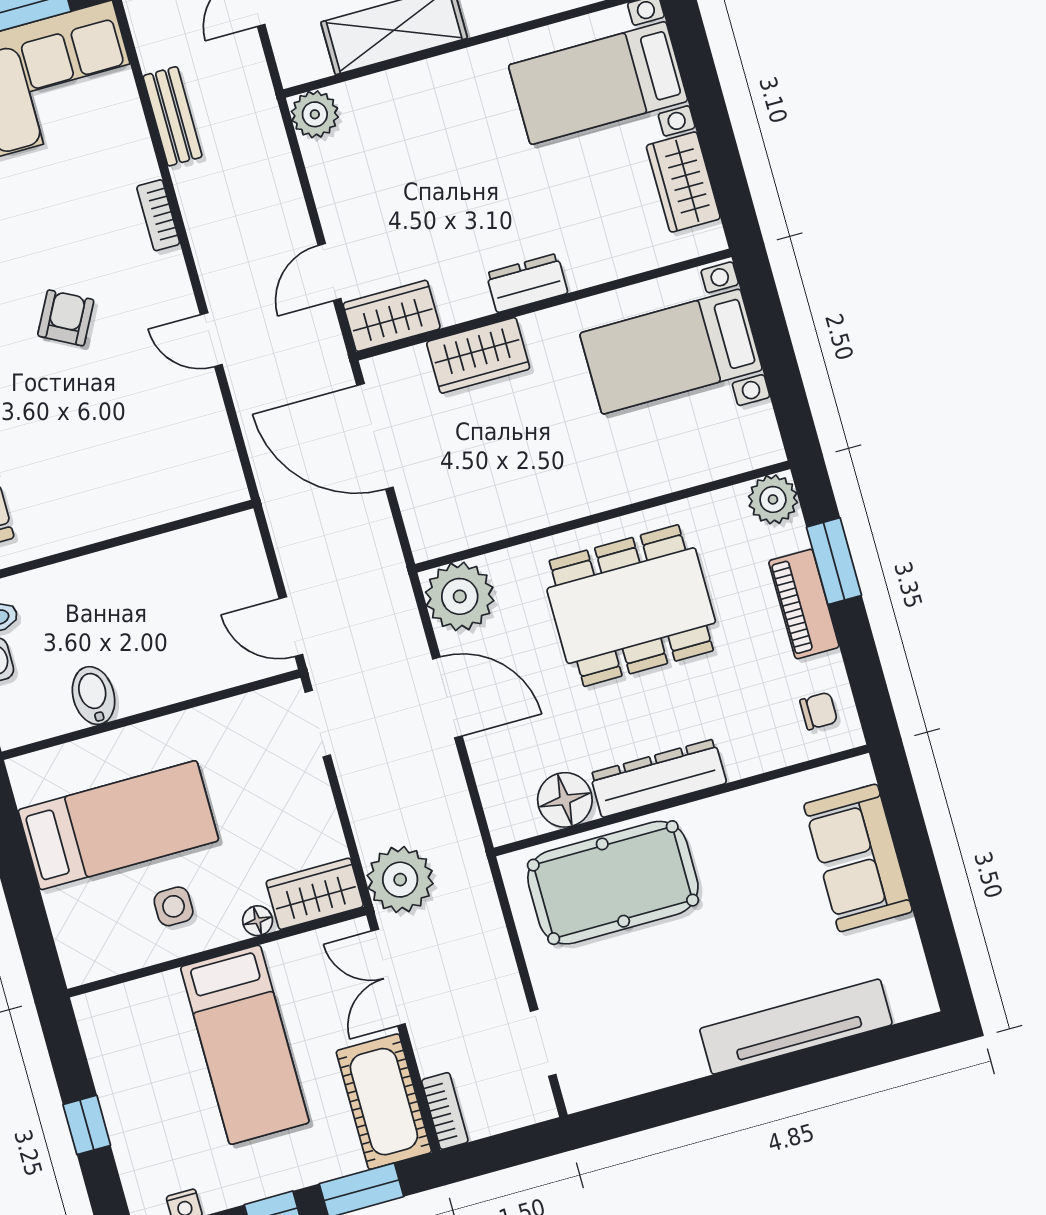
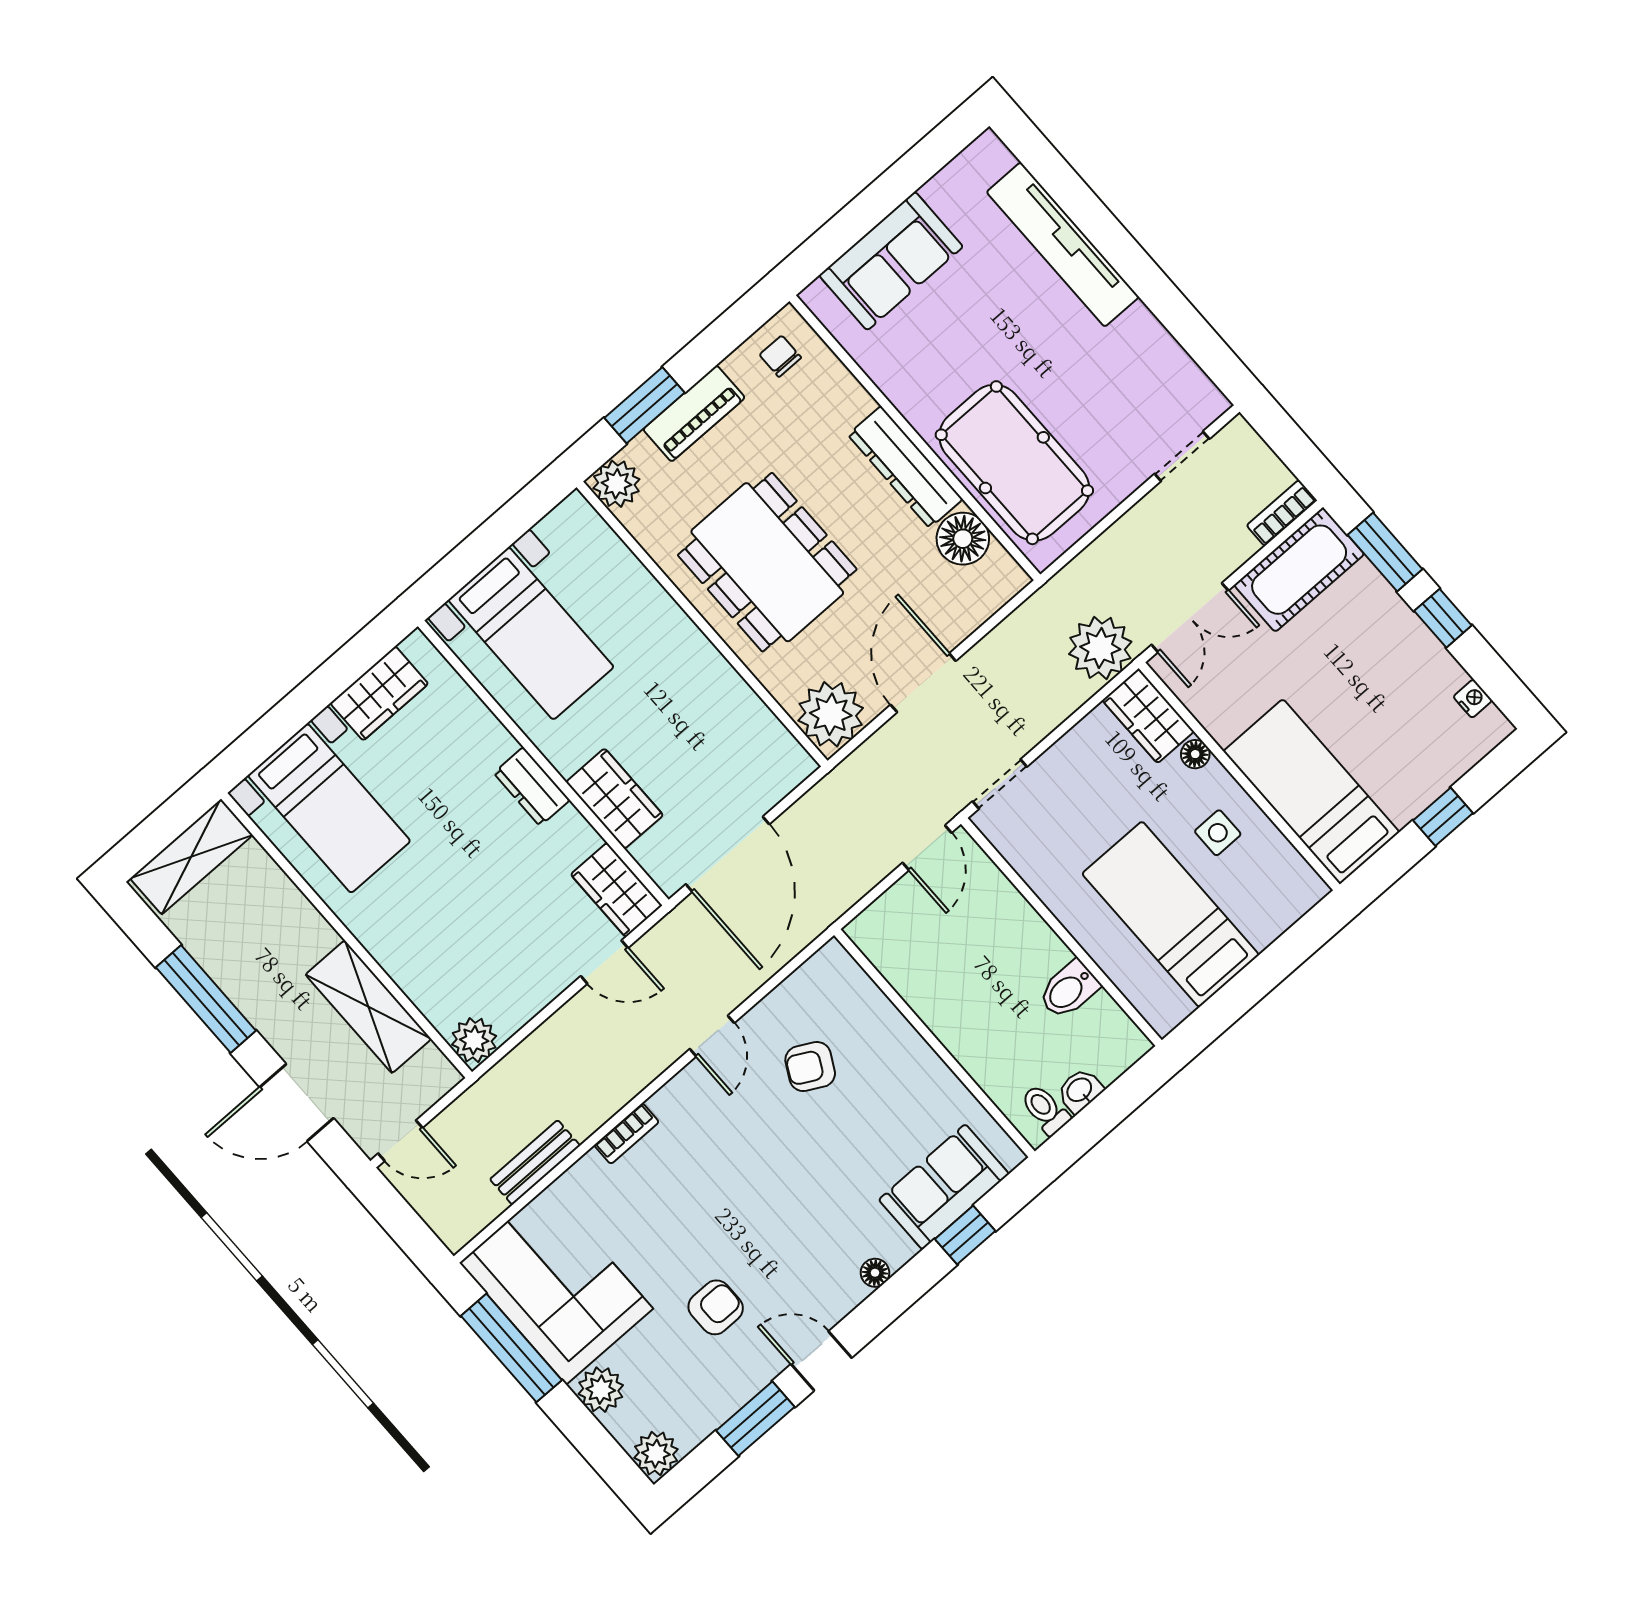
armchair: (66, 318) -> (810, 1067), moved
bed: (245, 1045) -> (1311, 792), moved, turned -90

